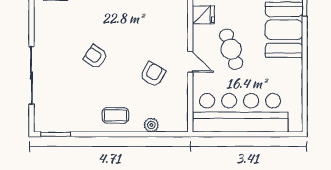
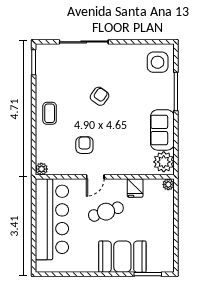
armchair: (153, 74) -> (84, 145), turned -120
plant: (151, 125) -> (41, 169), moved

